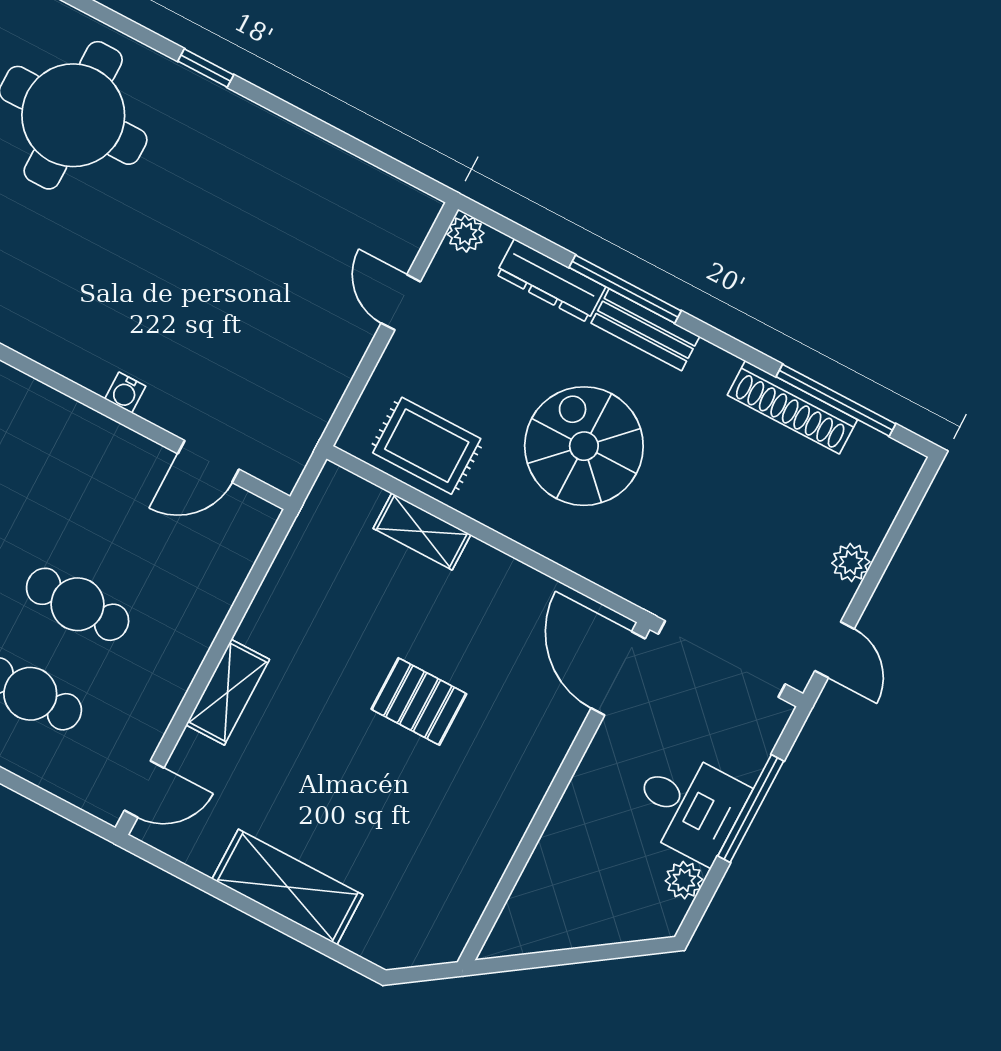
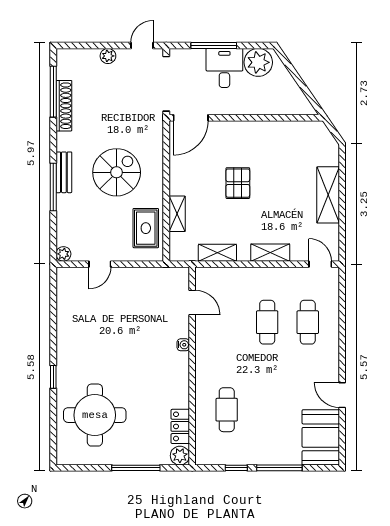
dresser: (551, 281) -> (64, 215), removed
spiral stairs: (584, 446) -> (117, 172), turned 180
shelving: (289, 575) -> (217, 253), added
plant: (684, 880) -> (258, 62), width x1.88, depth x1.88

